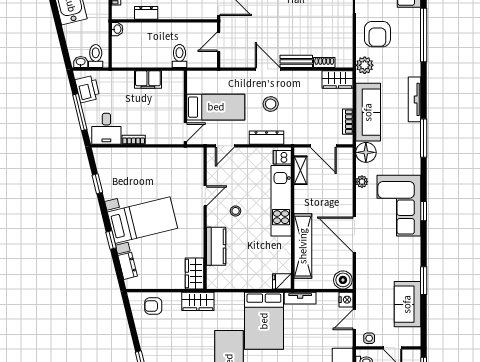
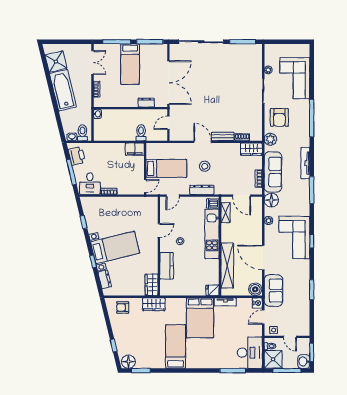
dresser: (146, 13) -> (146, 103), moved
filing cabinet: (148, 79) -> (135, 149), moved
sofa: (407, 304) -> (273, 291), moved, turned 180

